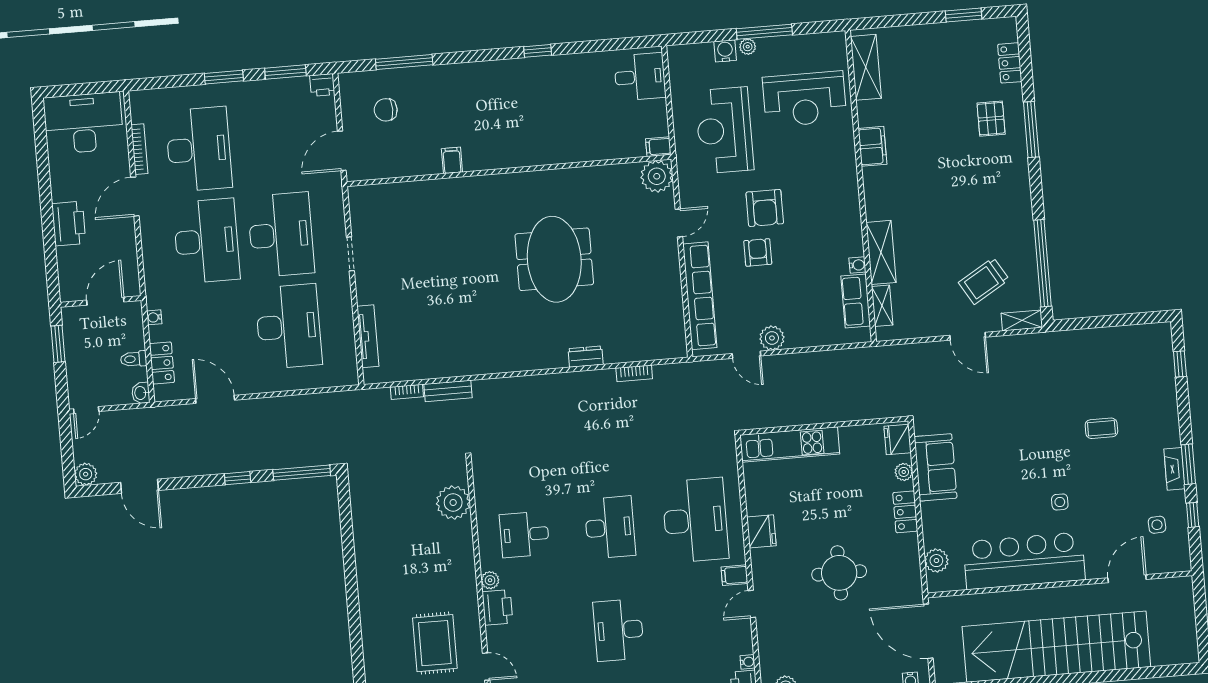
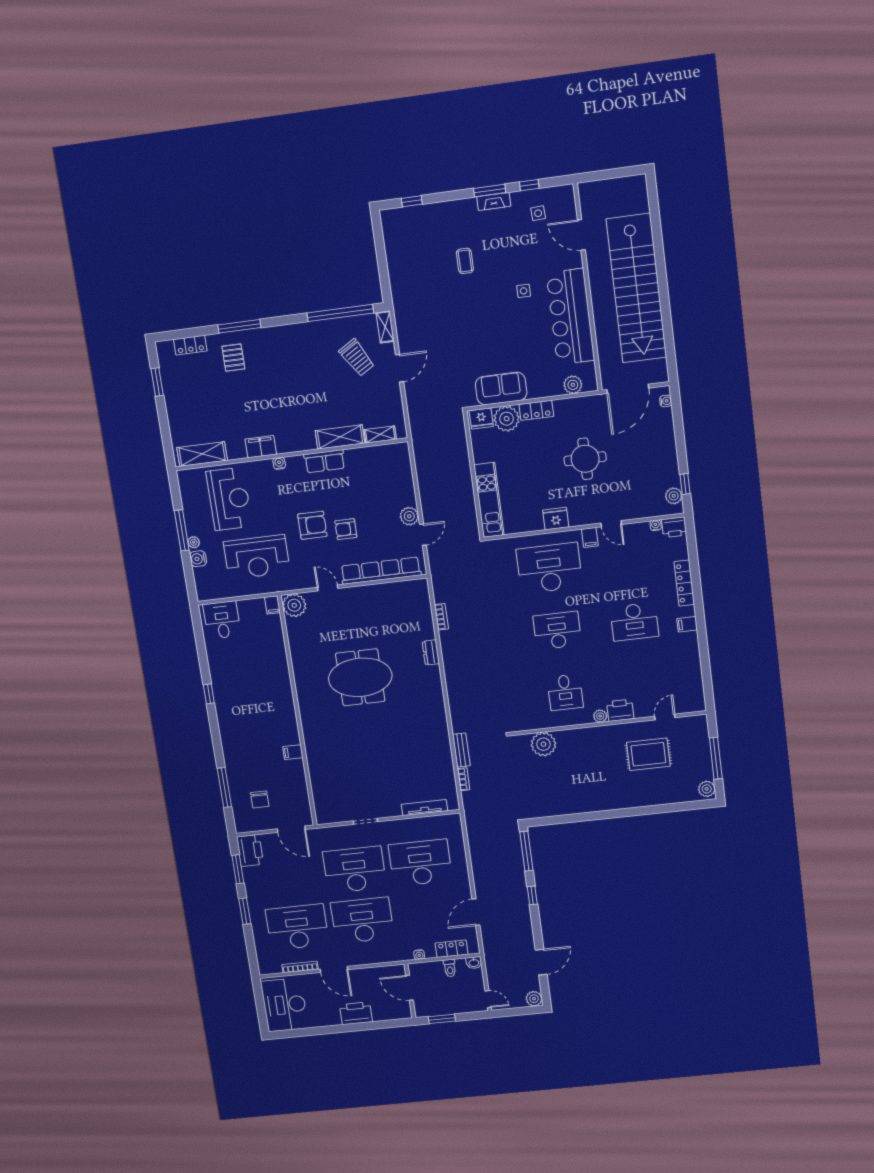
printer: (322, 85) -> (250, 850), width x1.87, depth x1.48
pallet: (991, 119) -> (233, 358), turned 90
water cooler: (857, 265) -> (279, 463), moved
row of seats: (856, 301) -> (325, 461), moved
plant: (904, 472) -> (507, 419), width x1.88, depth x1.88

